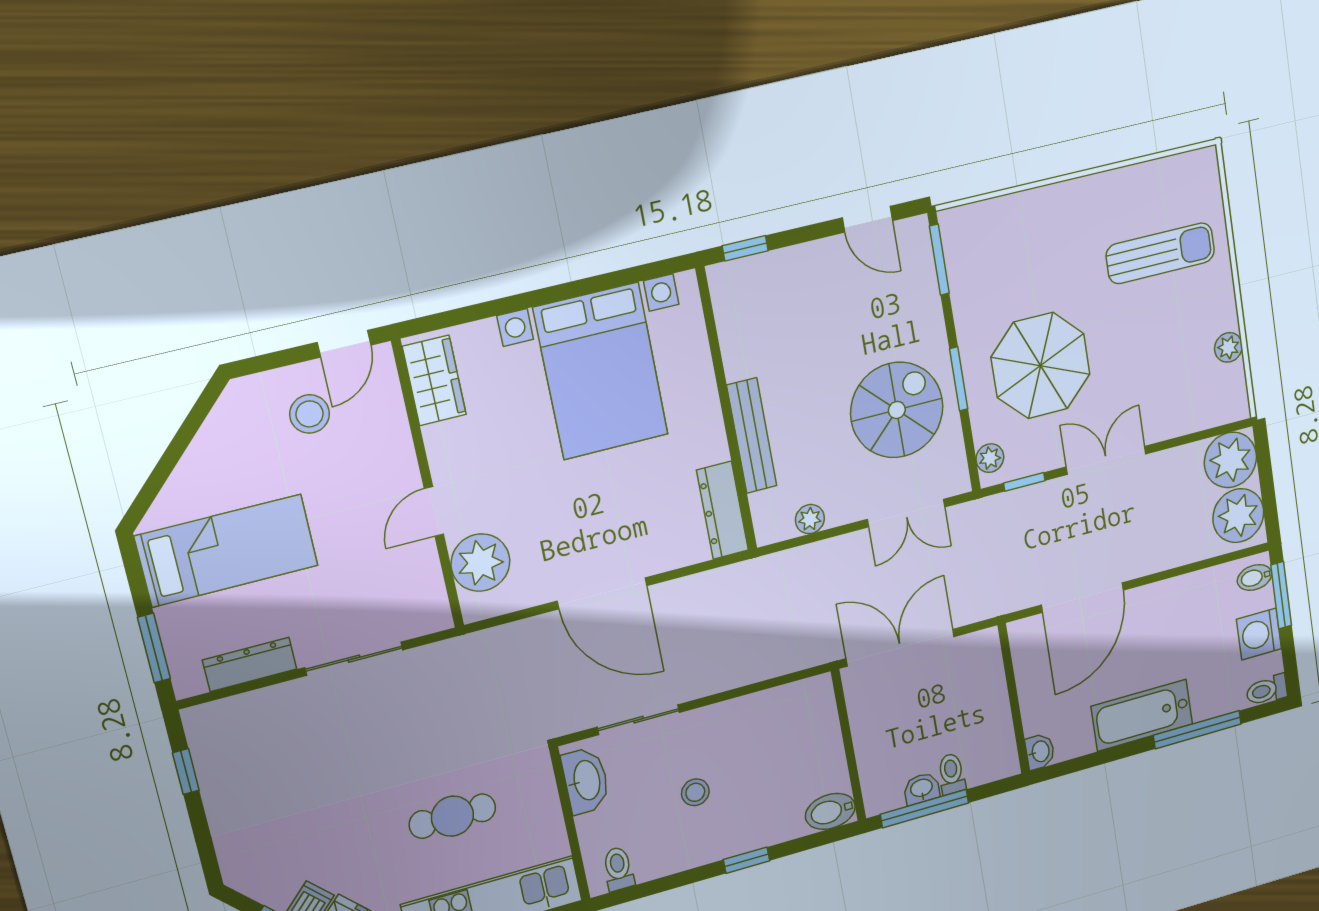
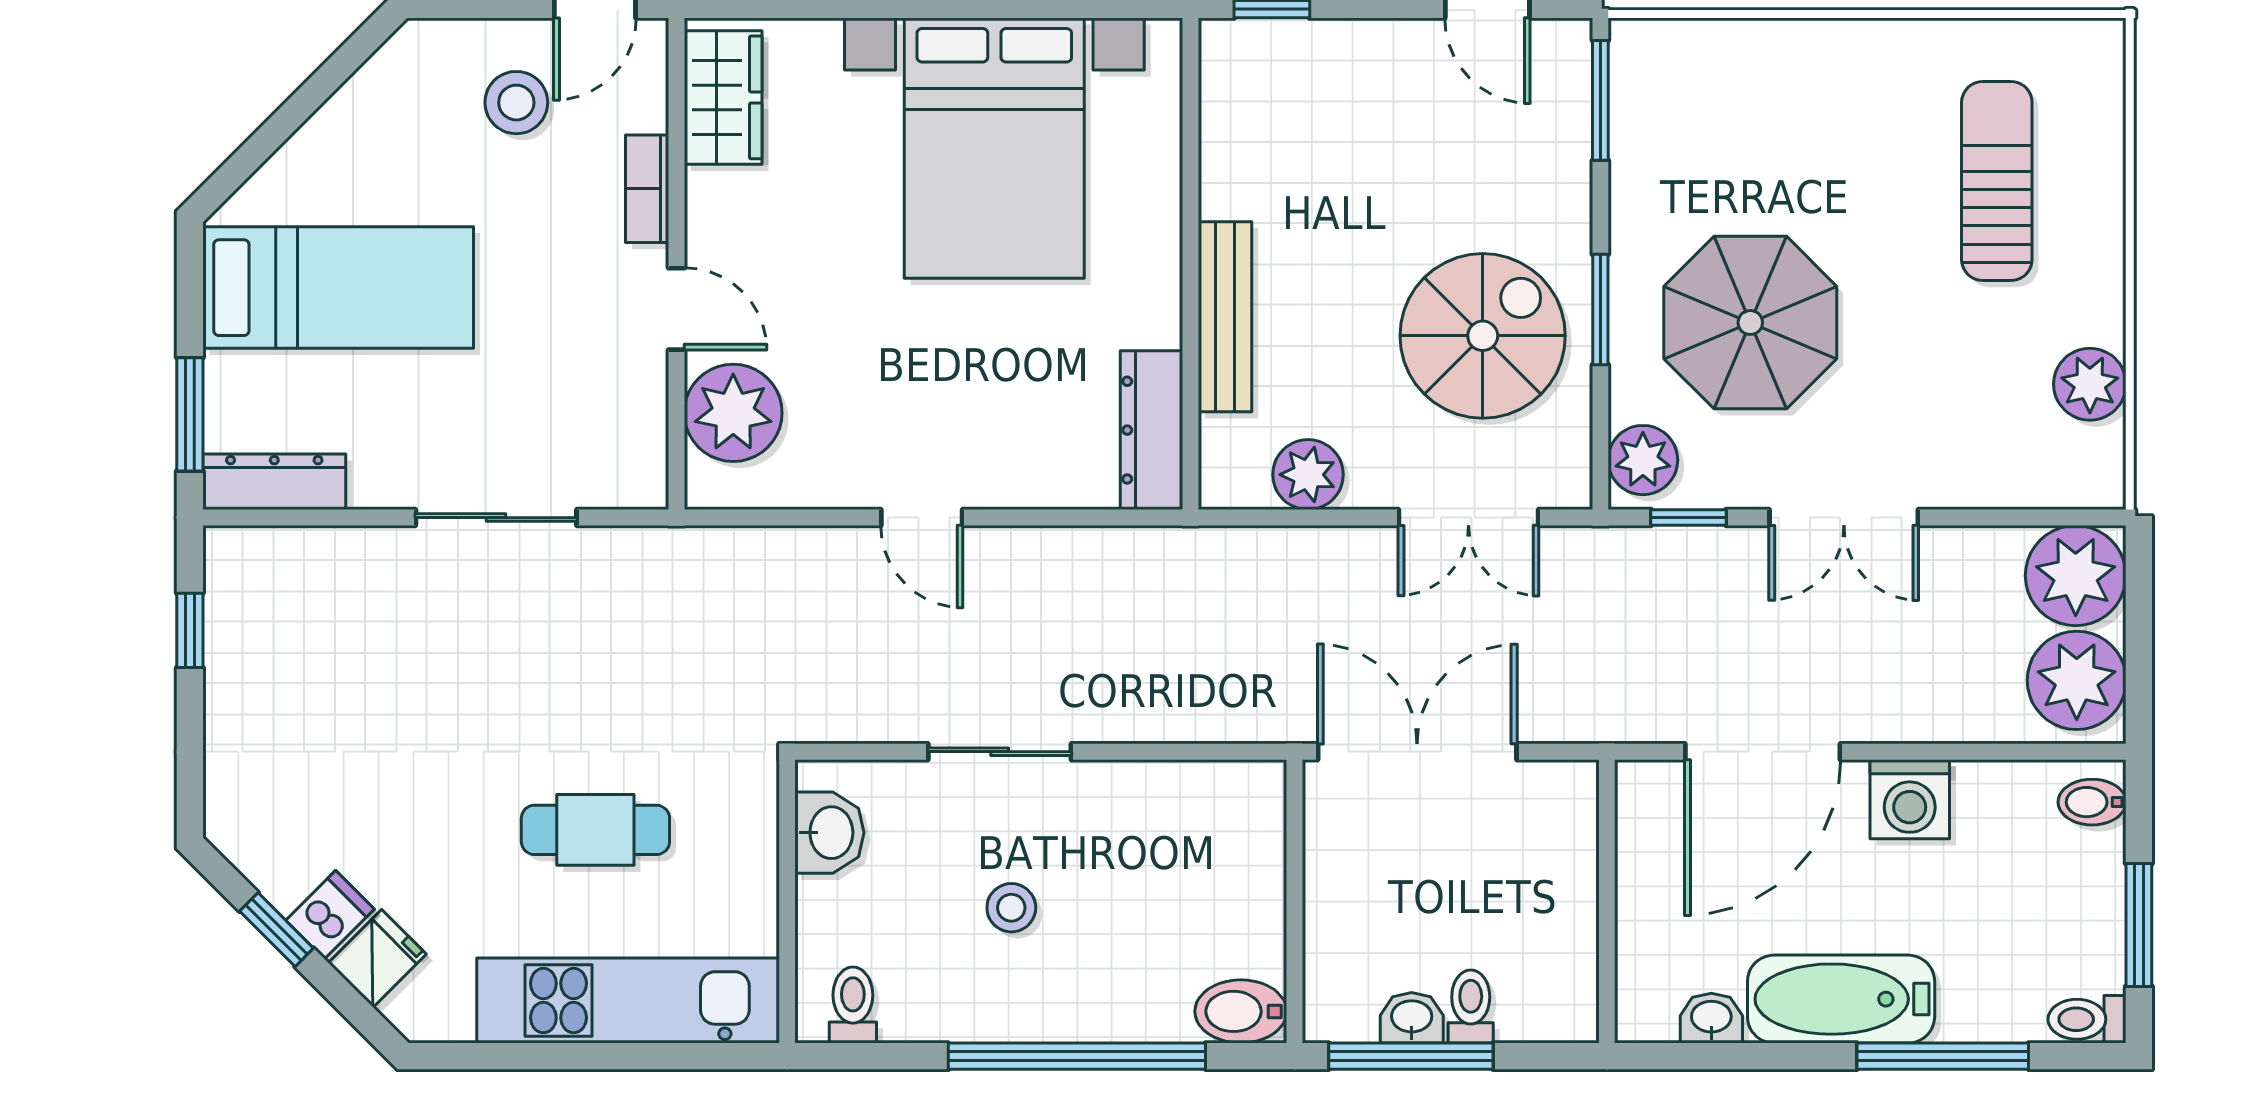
sun lounger: (1160, 253) -> (1997, 181), turned -90
plant: (1228, 347) -> (2090, 384), width x1.38, depth x1.38
bookcase: (401, 446) -> (647, 189), added
plant: (990, 458) -> (1643, 460), width x1.38, depth x1.38
double door: (1106, 460) -> (1844, 518), swing flipped
door: (434, 511) -> (677, 309), swing flipped
plant: (810, 519) -> (1308, 475), width x1.38, depth x1.38
door: (602, 593) -> (922, 518), width x0.53
window: (1281, 595) -> (2139, 925), moved
washing machine: (1259, 634) -> (1910, 799), moved, turned -90
dresser: (250, 664) -> (274, 482), moved
sliding door: (638, 720) -> (1000, 752), moved
washbasin: (1040, 752) -> (1711, 1018), moved, turned -90
washbasin: (586, 781) -> (829, 833), width x0.72
window: (746, 860) -> (1077, 1056), width x3.17

